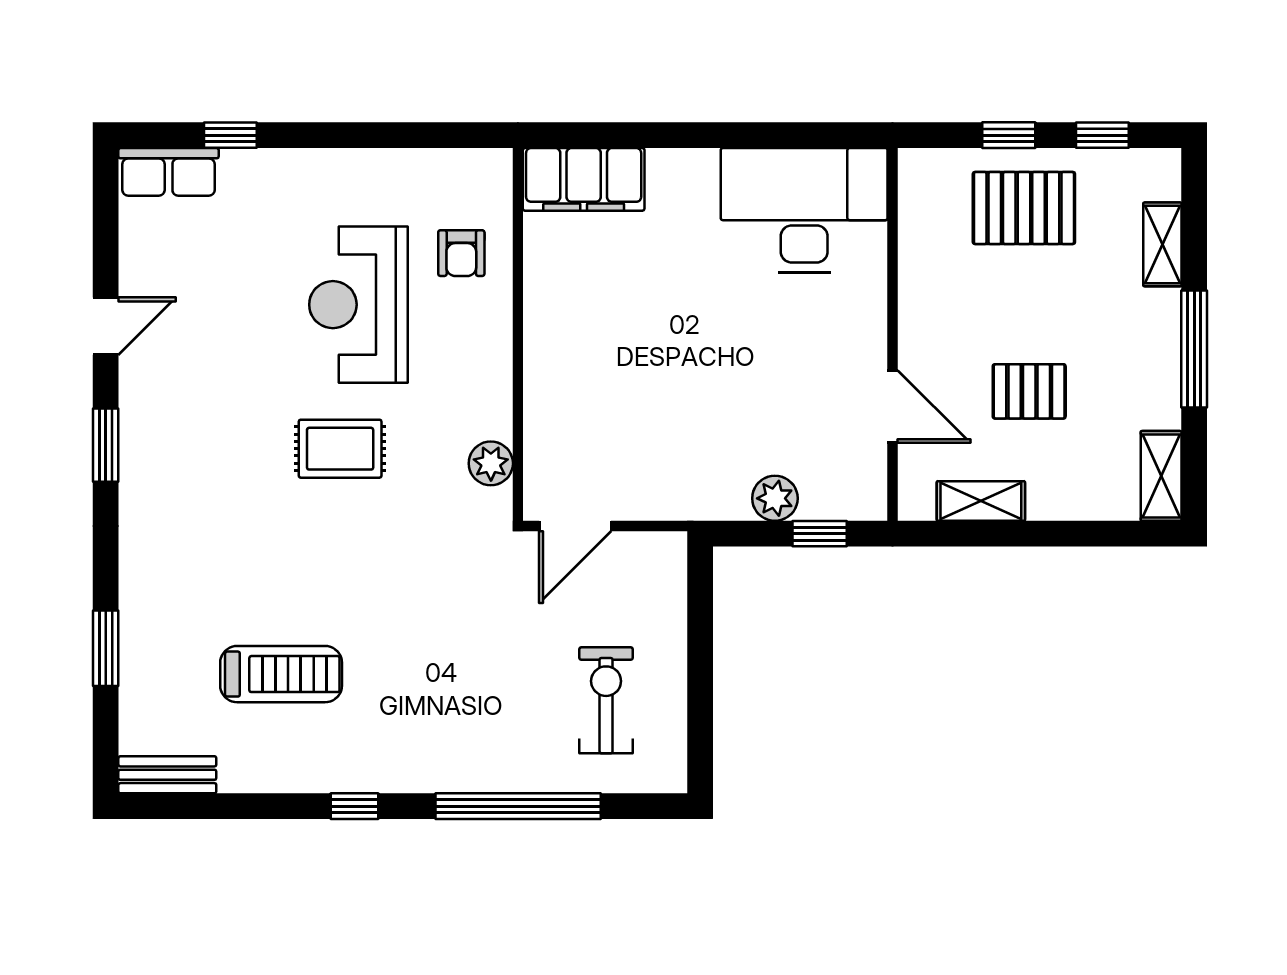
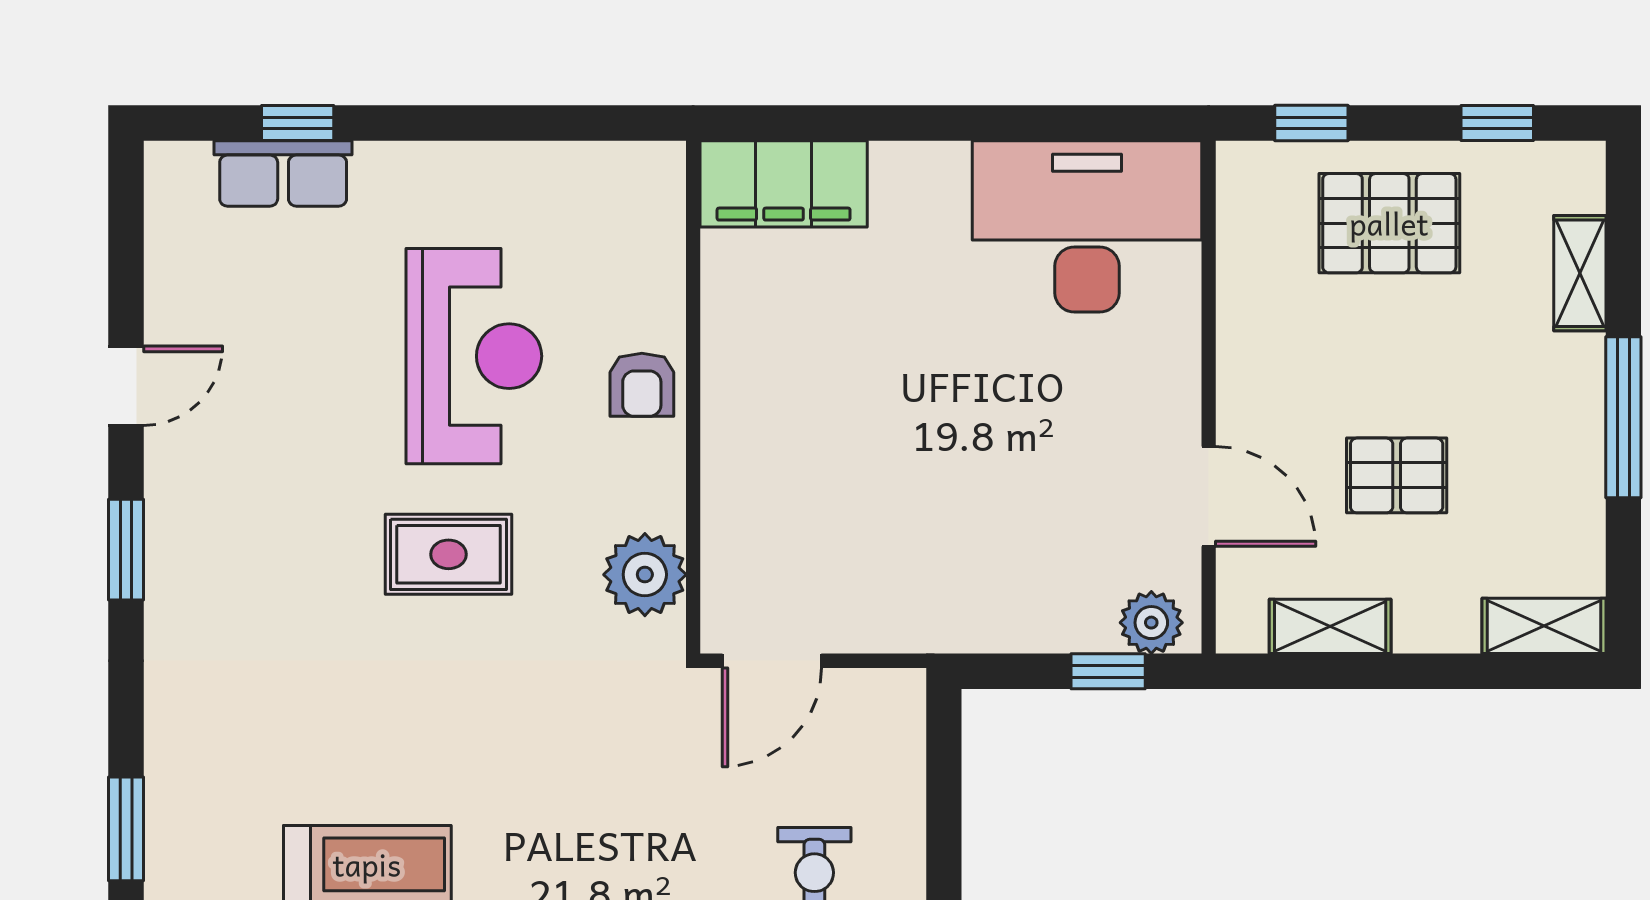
window: (1009, 135) -> (1311, 123), moved
row of seats: (169, 172) -> (283, 173), moved
armchair: (461, 253) -> (642, 385), moved
reception desk: (358, 305) -> (474, 356), turned 180
plant: (491, 463) -> (645, 575), width x1.36, depth x1.36
shelving: (1161, 476) -> (1544, 626), moved, turned 90
plant: (775, 498) -> (1151, 623), moved

